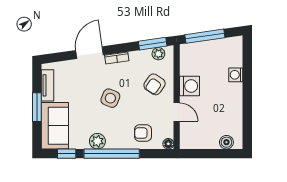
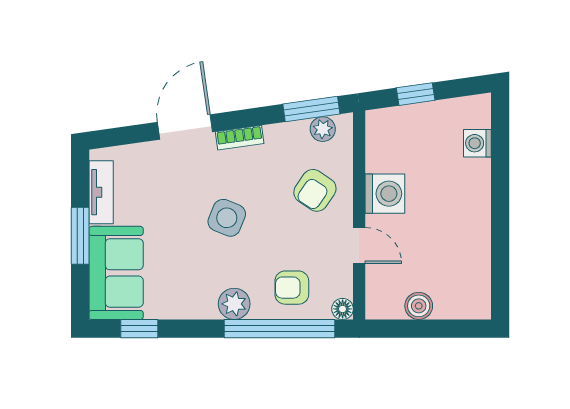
window: (205, 36) -> (416, 94), width x0.46
washing machine: (236, 75) -> (477, 143), moved
plant: (97, 141) -> (234, 304), moved
boiler: (226, 142) -> (419, 306), moved
window: (112, 154) -> (279, 329), moved

